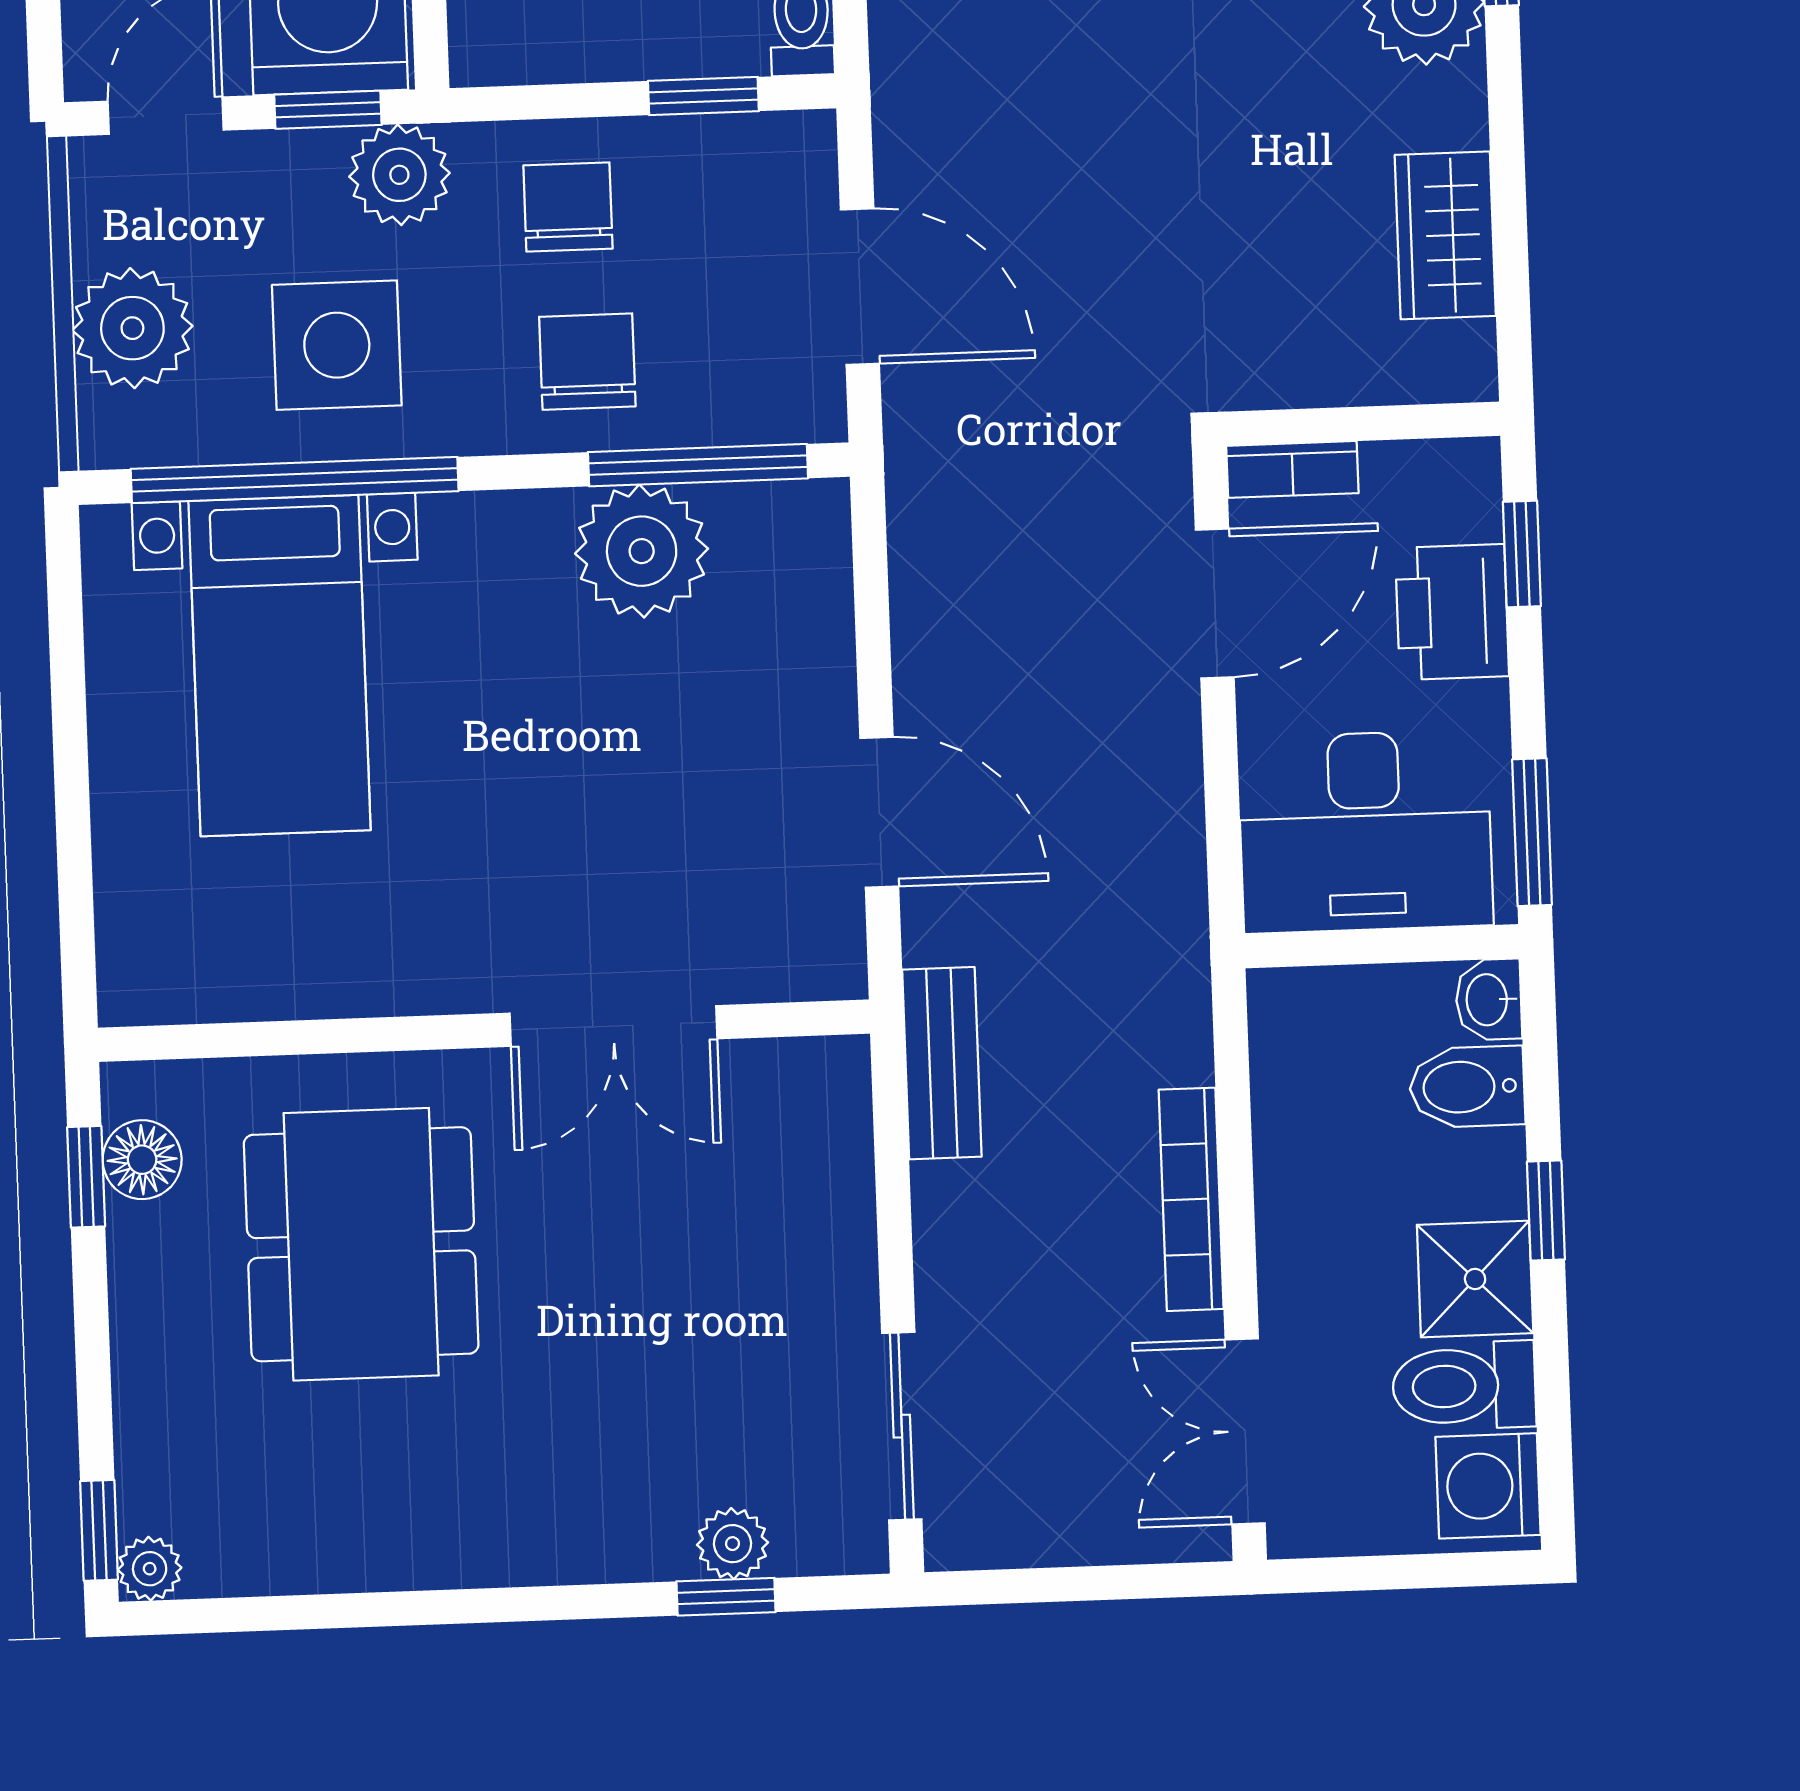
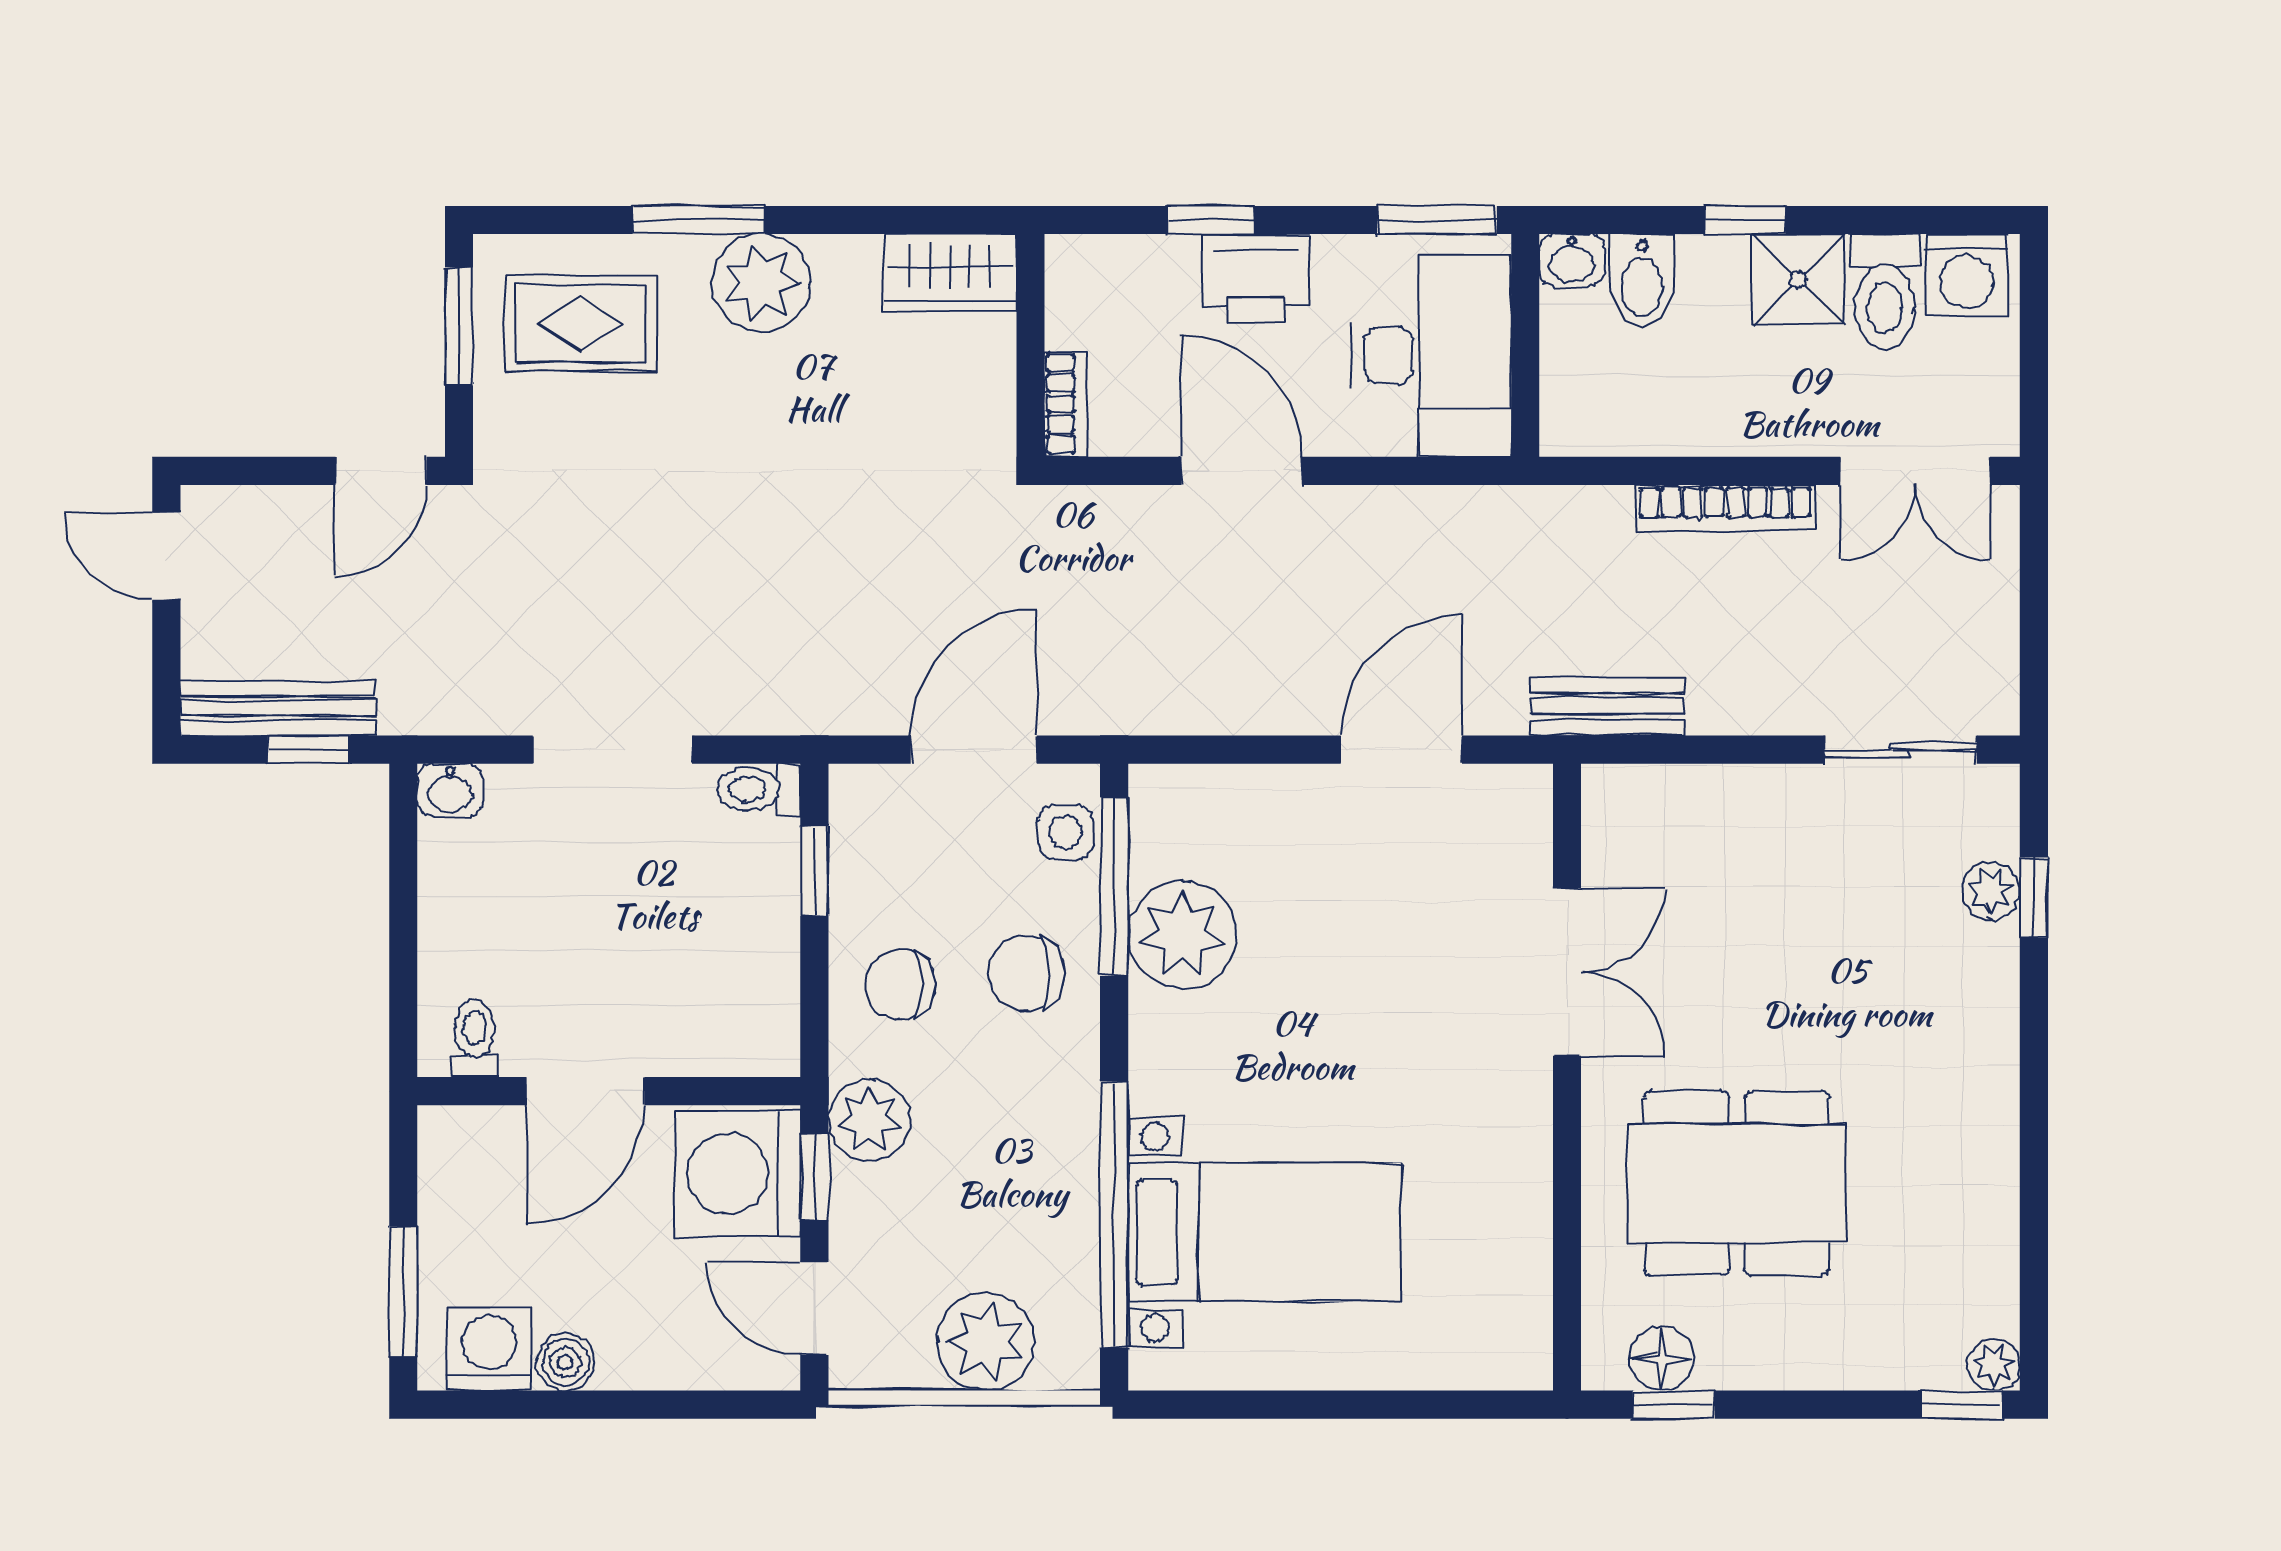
side table: (337, 345) -> (1066, 832), moved, width x0.54, depth x0.54
wall: (1363, 424) -> (1030, 345), moved
bookcase: (1292, 469) -> (1066, 404), moved

